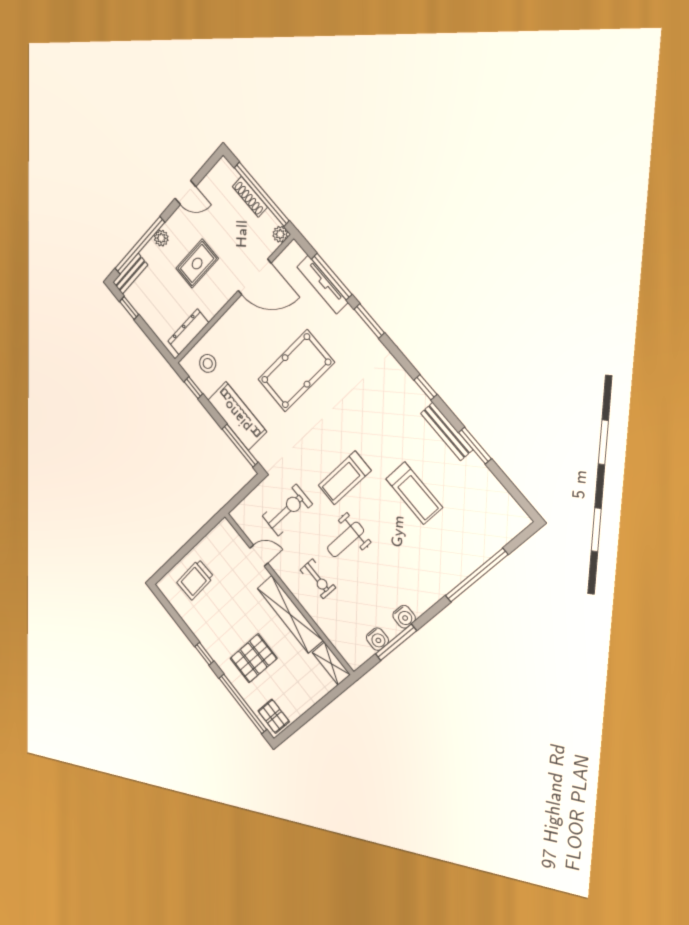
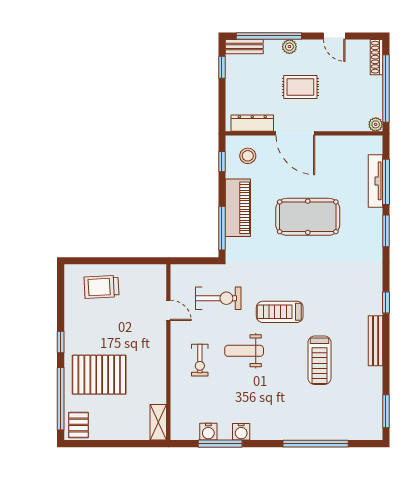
shoe rack: (250, 197) -> (377, 57), moved
door: (255, 277) -> (295, 133), moved
window: (475, 446) -> (386, 411), moved
shelving: (290, 614) -> (157, 367), removed
pallet: (254, 658) -> (99, 375), width x1.37, depth x1.41

